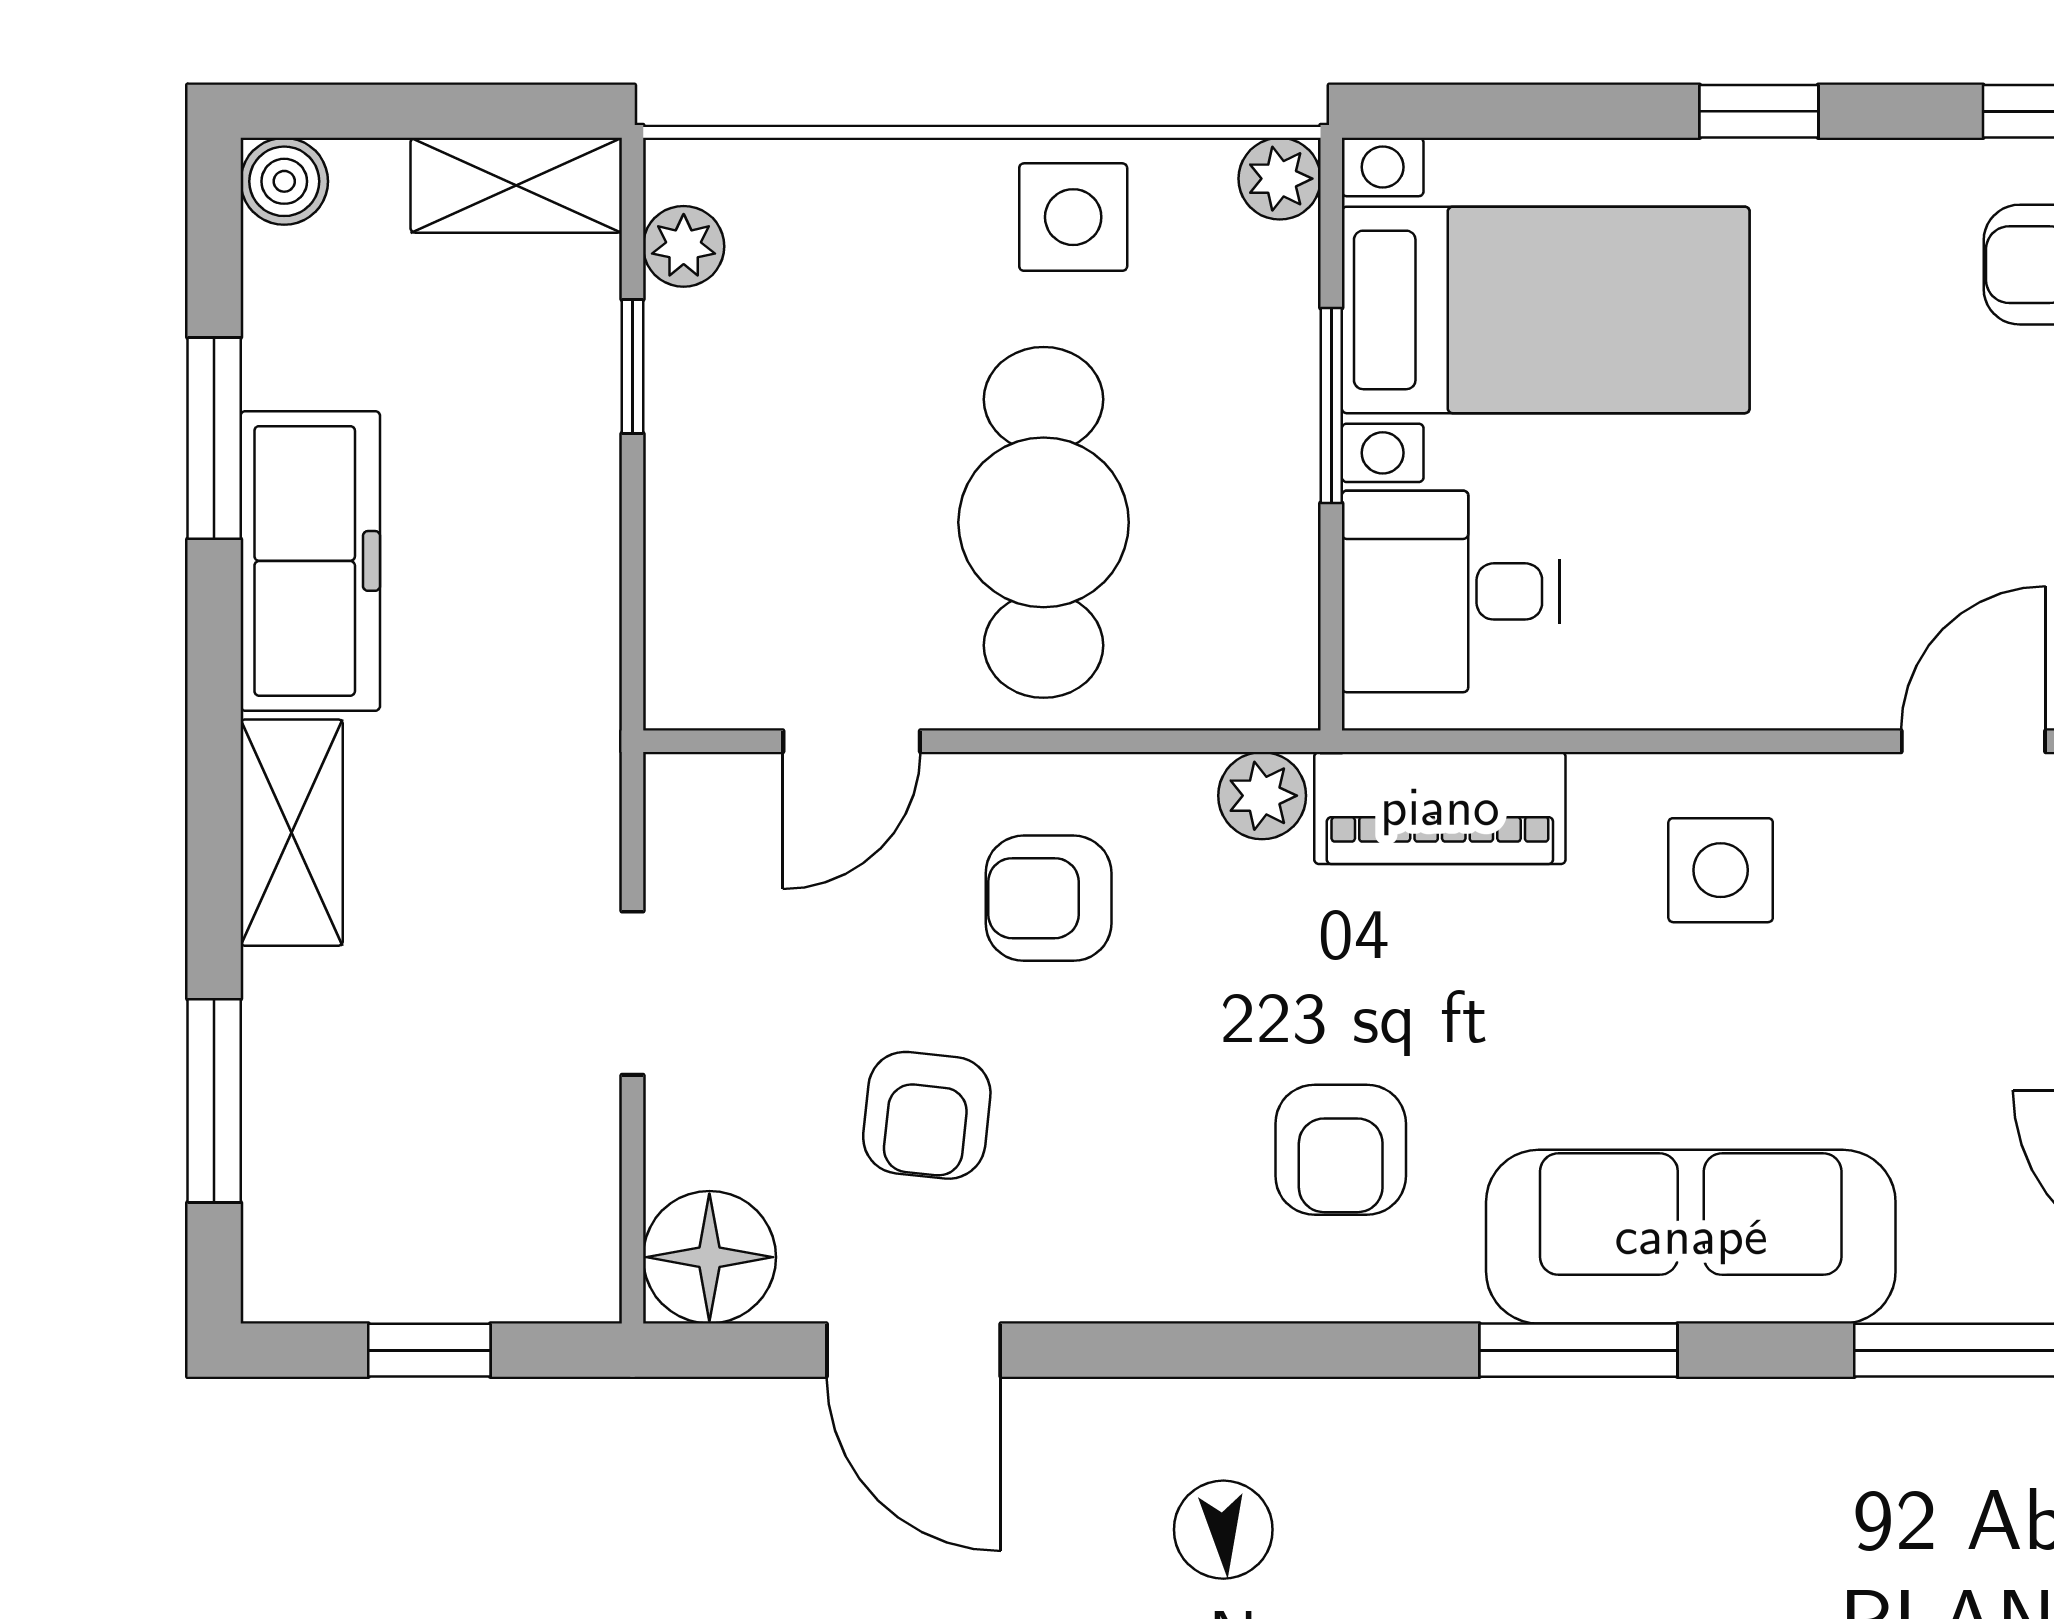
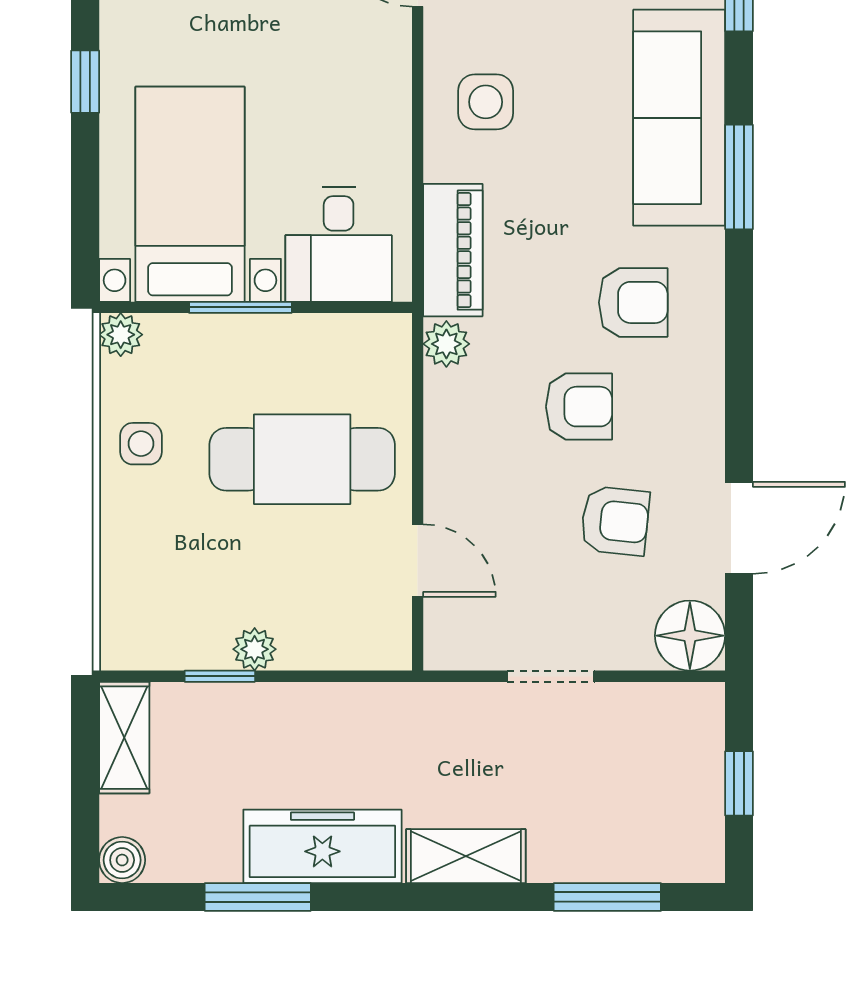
side table: (1073, 217) -> (141, 444), width x0.73, depth x0.73
plant: (684, 246) -> (255, 649), moved
armchair: (1049, 898) -> (579, 407), moved, turned -90

